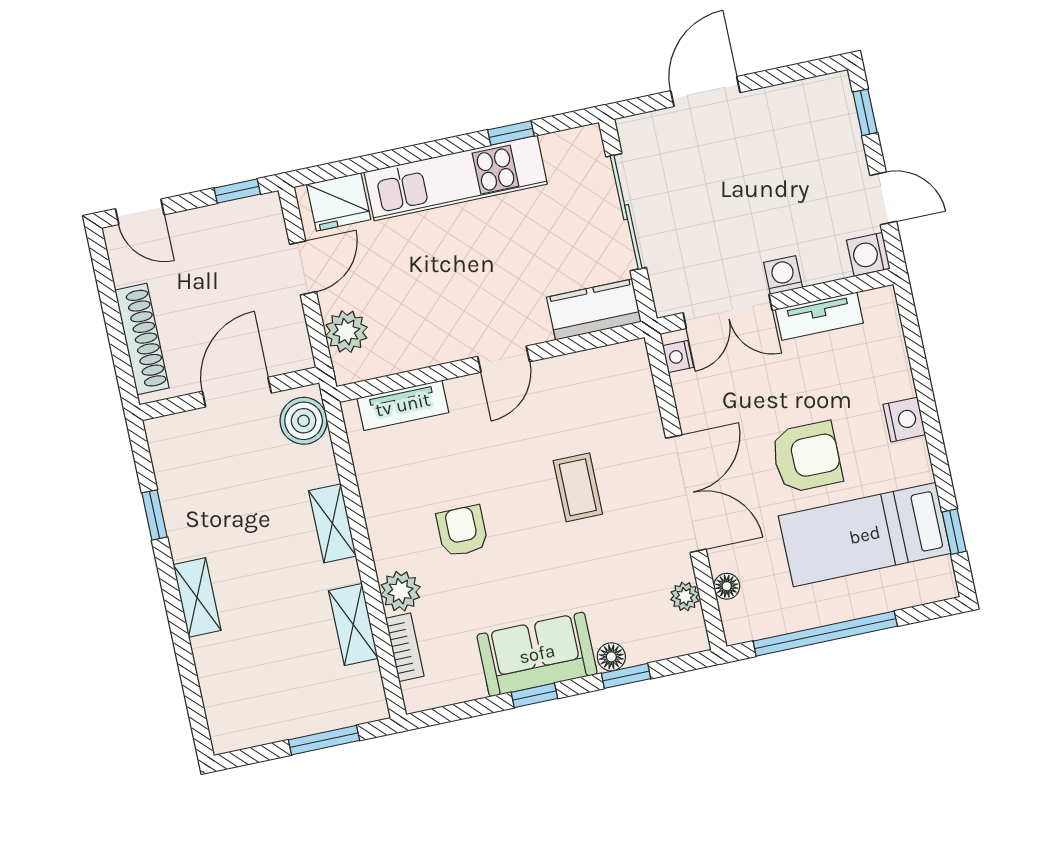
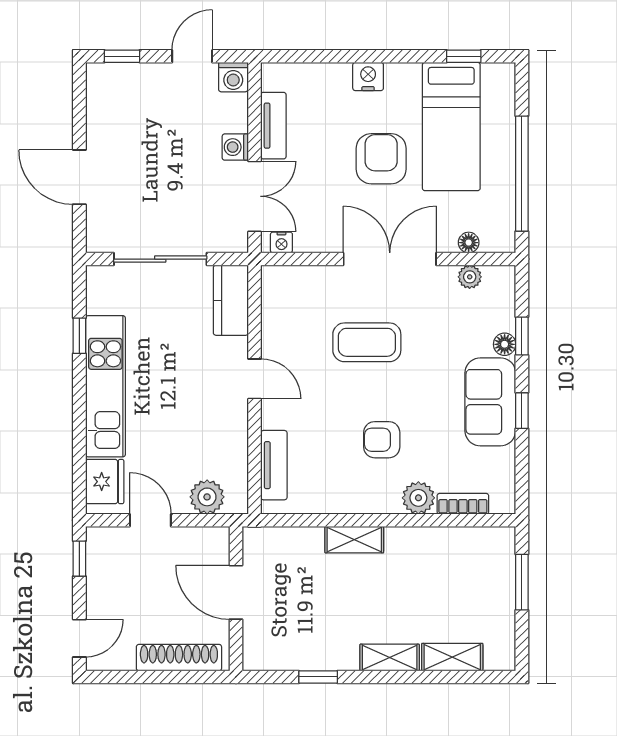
boiler: (304, 421) -> (270, 545), removed
coffee table: (578, 487) -> (367, 342), width x1.36, depth x1.30
shelving: (353, 625) -> (452, 657), moved

